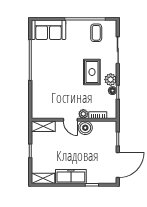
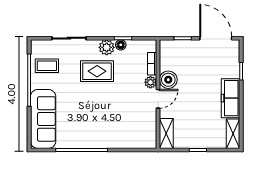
sofa: (48, 30) -> (43, 119), width x1.36

